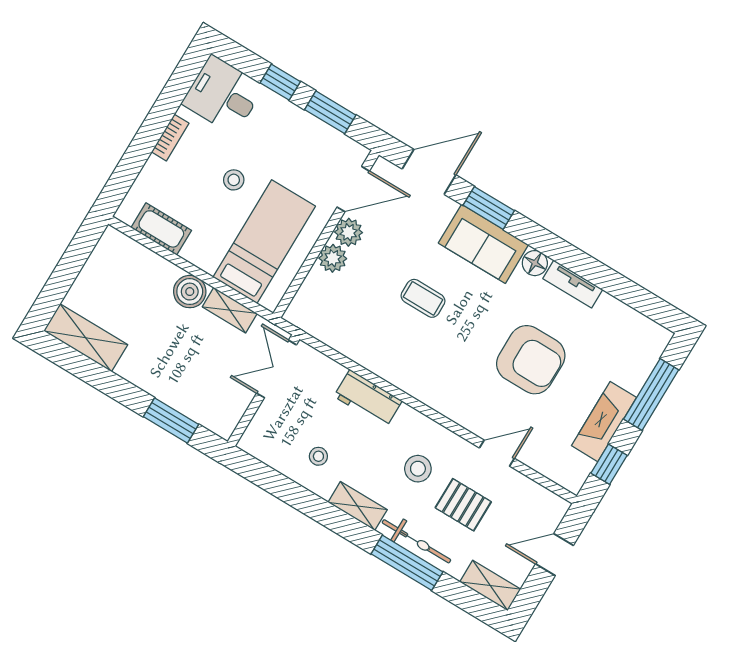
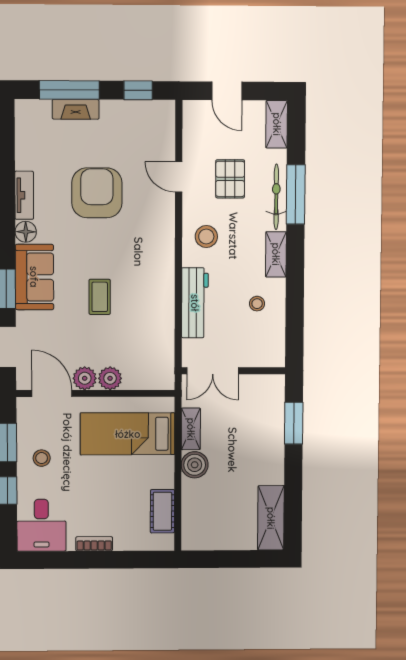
stool: (234, 180) -> (42, 458), moved
workbench: (368, 399) -> (195, 303), width x1.38
fireplace: (604, 422) -> (76, 109), moved, width x0.73, depth x0.76
stool: (418, 469) -> (206, 237), moved

